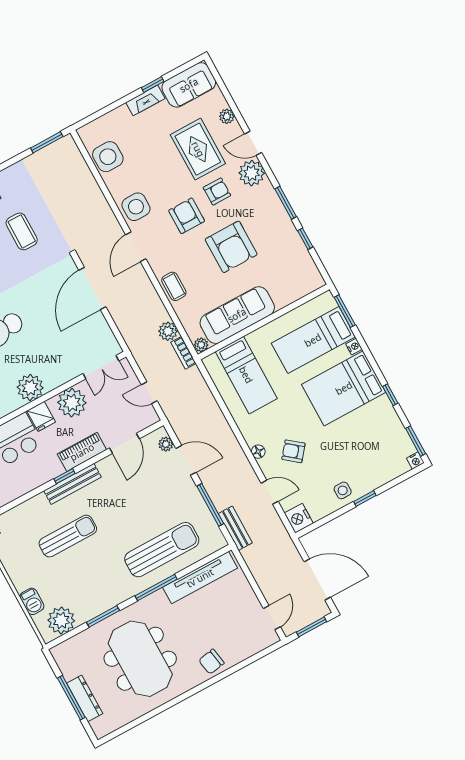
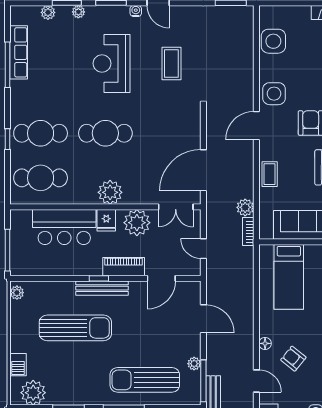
door: (92, 289) -> (203, 170), moved
plant: (201, 345) -> (266, 233), removed
plant: (166, 444) -> (194, 364), moved
window: (210, 505) -> (203, 381), moved
sun lounger: (68, 536) -> (75, 328), width x1.36, depth x1.34
sun lounger: (162, 550) -> (145, 380), turned 180

